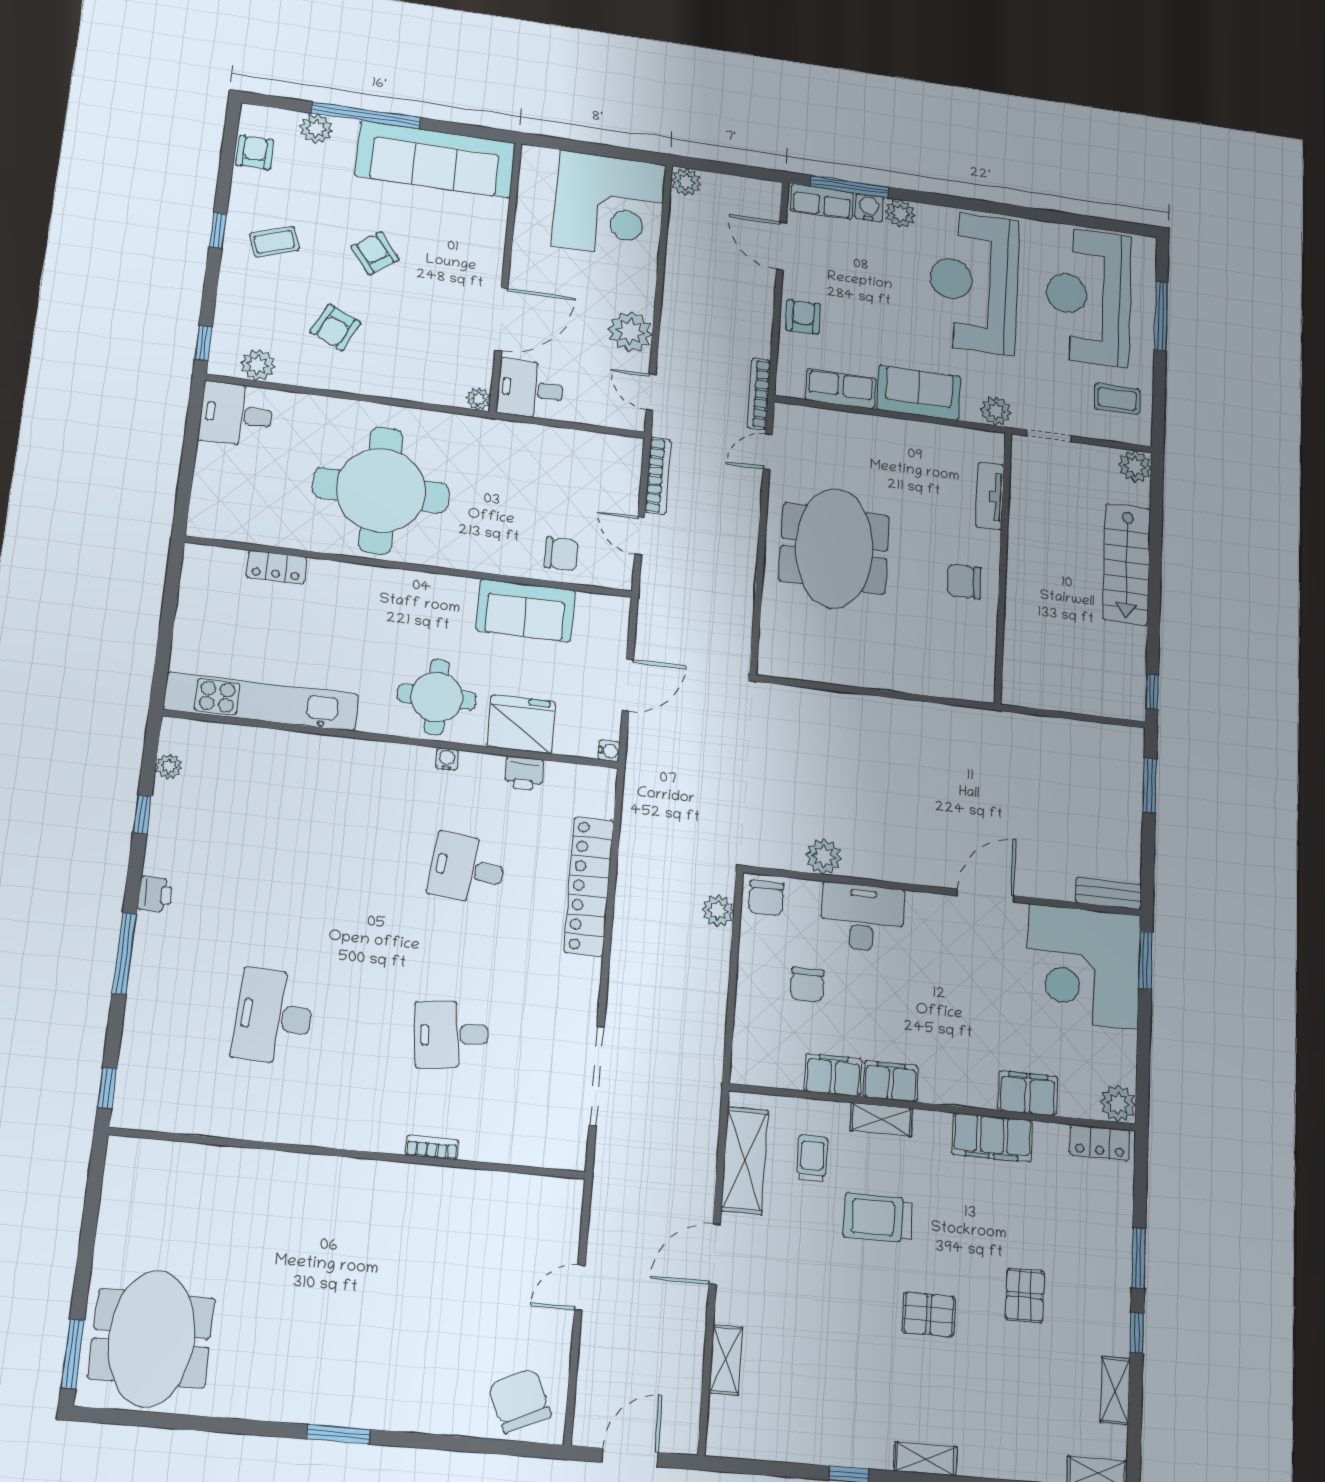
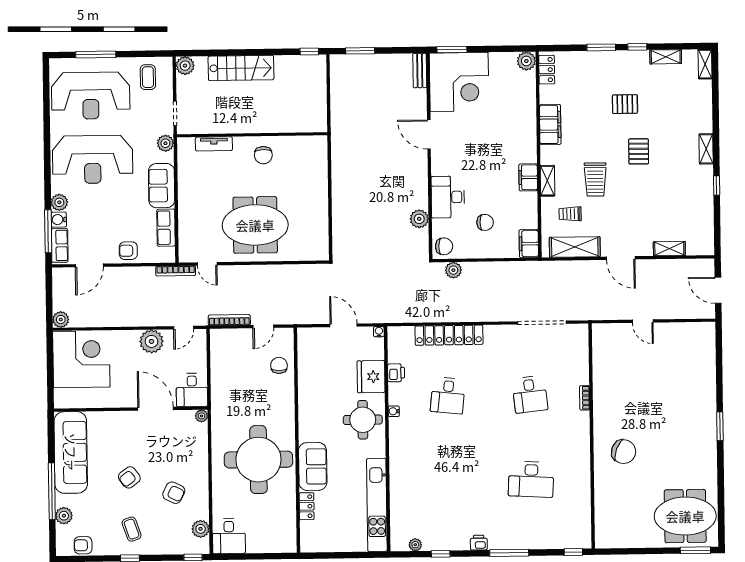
sofa: (526, 610) -> (313, 466), moved
filing cabinet: (833, 1075) -> (529, 244), moved
filing cabinet: (1028, 1093) -> (526, 108), removed
chair: (520, 1401) -> (624, 452), moved, turned -134

